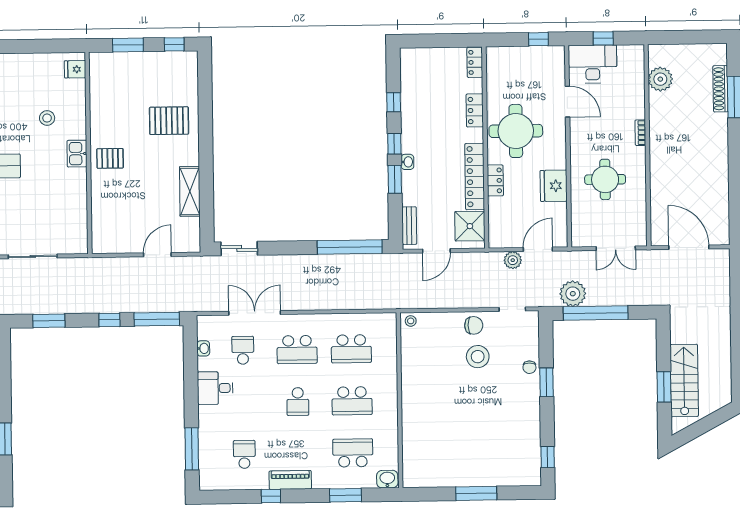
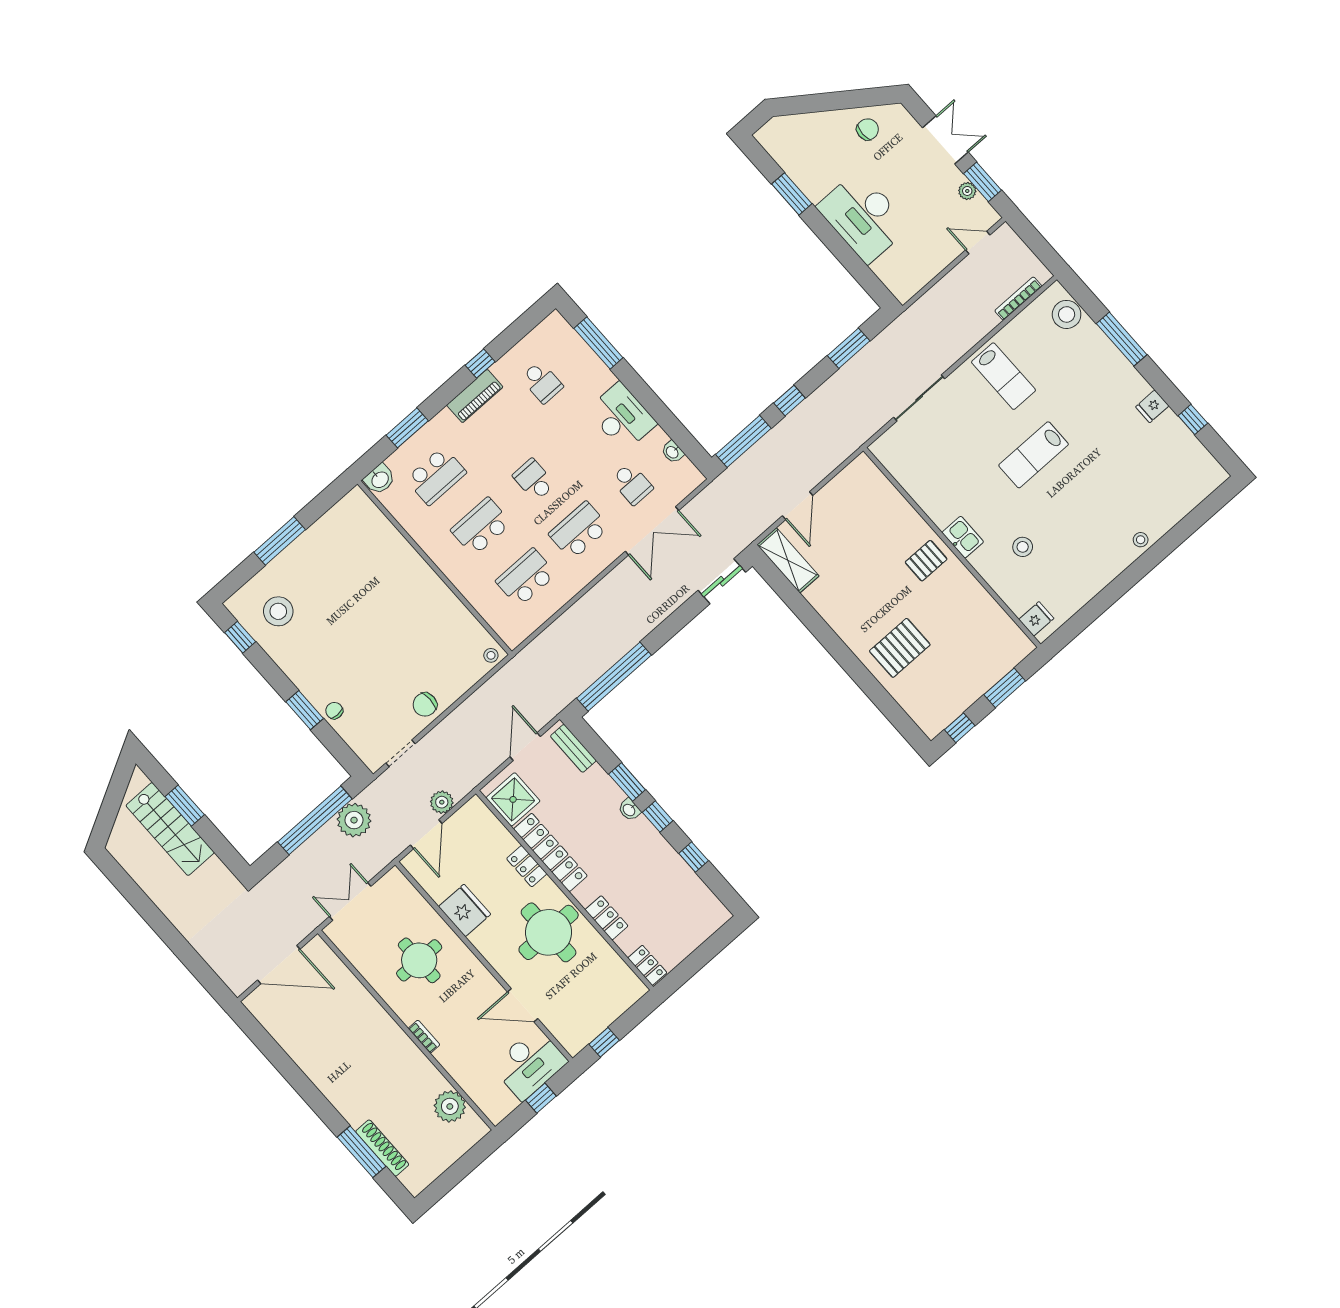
shelving: (190, 191) -> (788, 560), moved
stool: (478, 357) -> (278, 611), moved
desk: (215, 388) -> (622, 417), width x1.37

